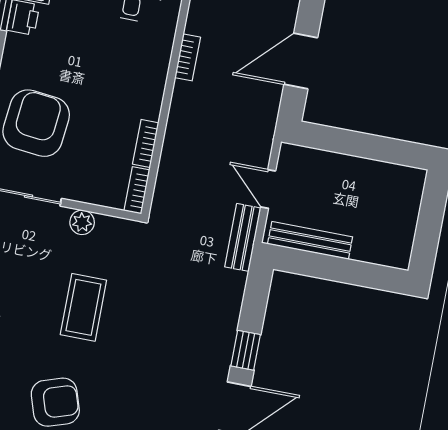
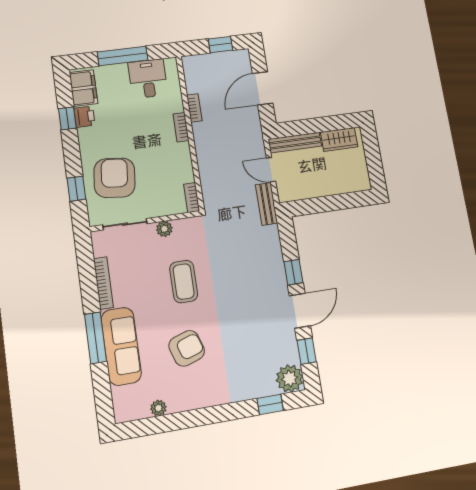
bookcase: (146, 143) -> (181, 127), moved
wardrobe: (388, 178) -> (339, 139), added
bench: (310, 240) -> (295, 143), moved

